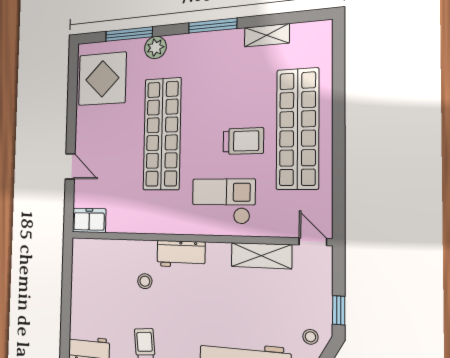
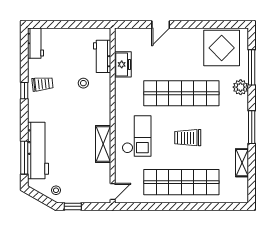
trolley: (243, 141) -> (188, 138), moved, turned 90
freezer: (89, 220) -> (123, 64), moved
workbench: (181, 254) -> (102, 56), moved
shelving: (261, 256) -> (103, 144), moved

